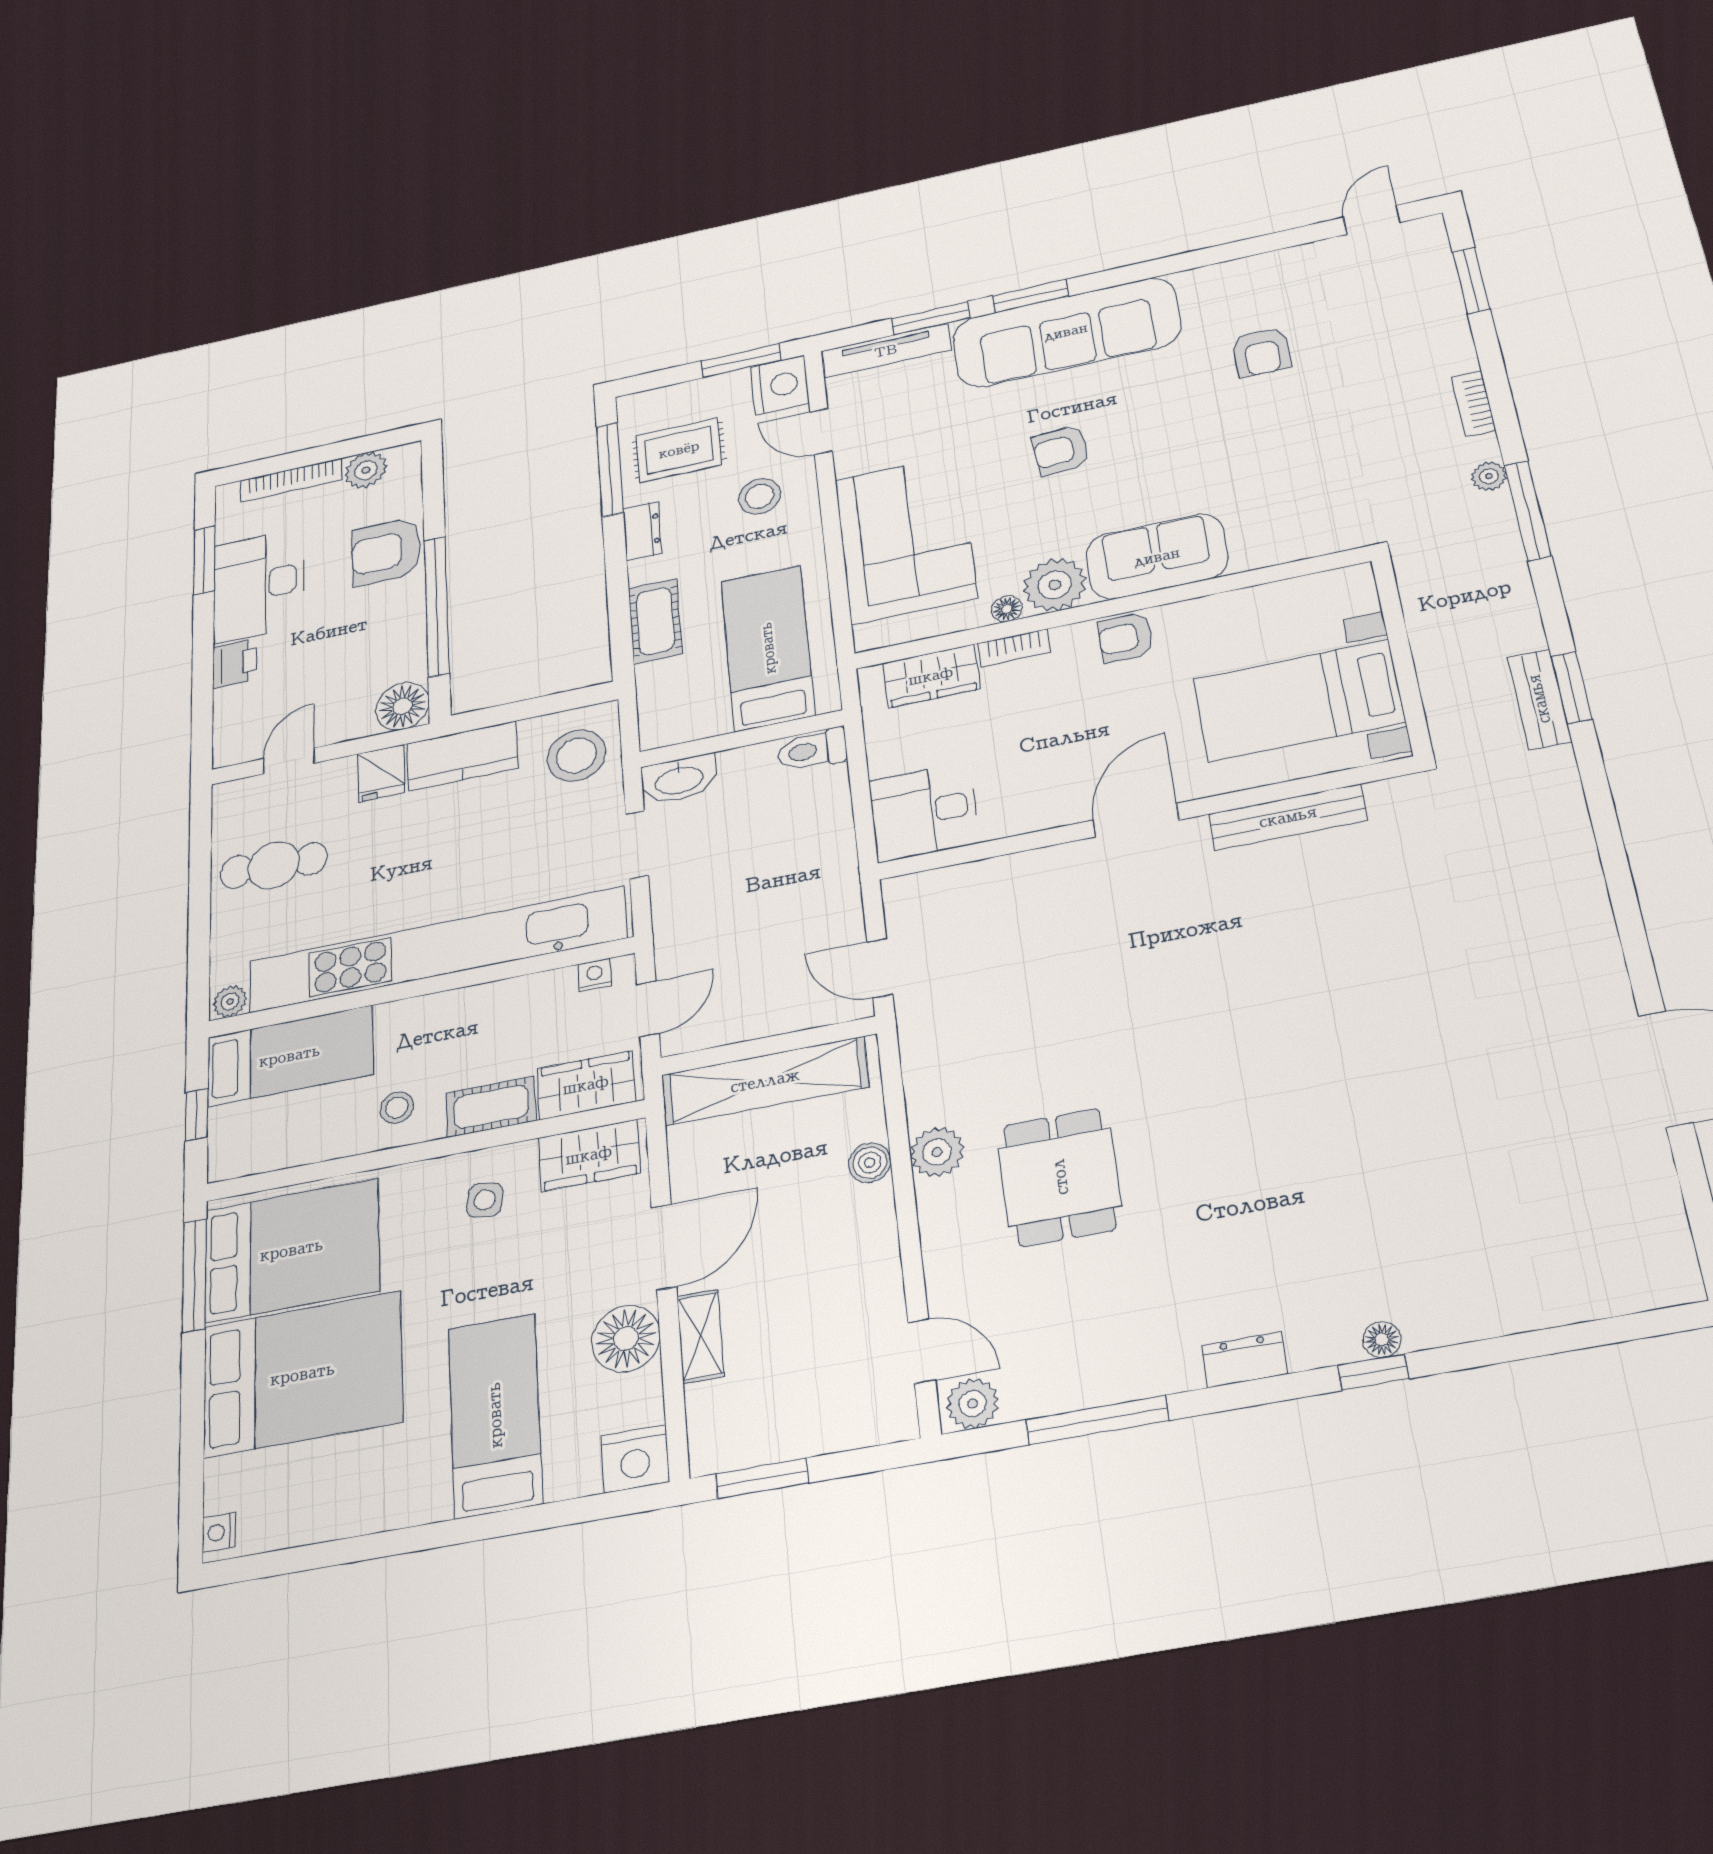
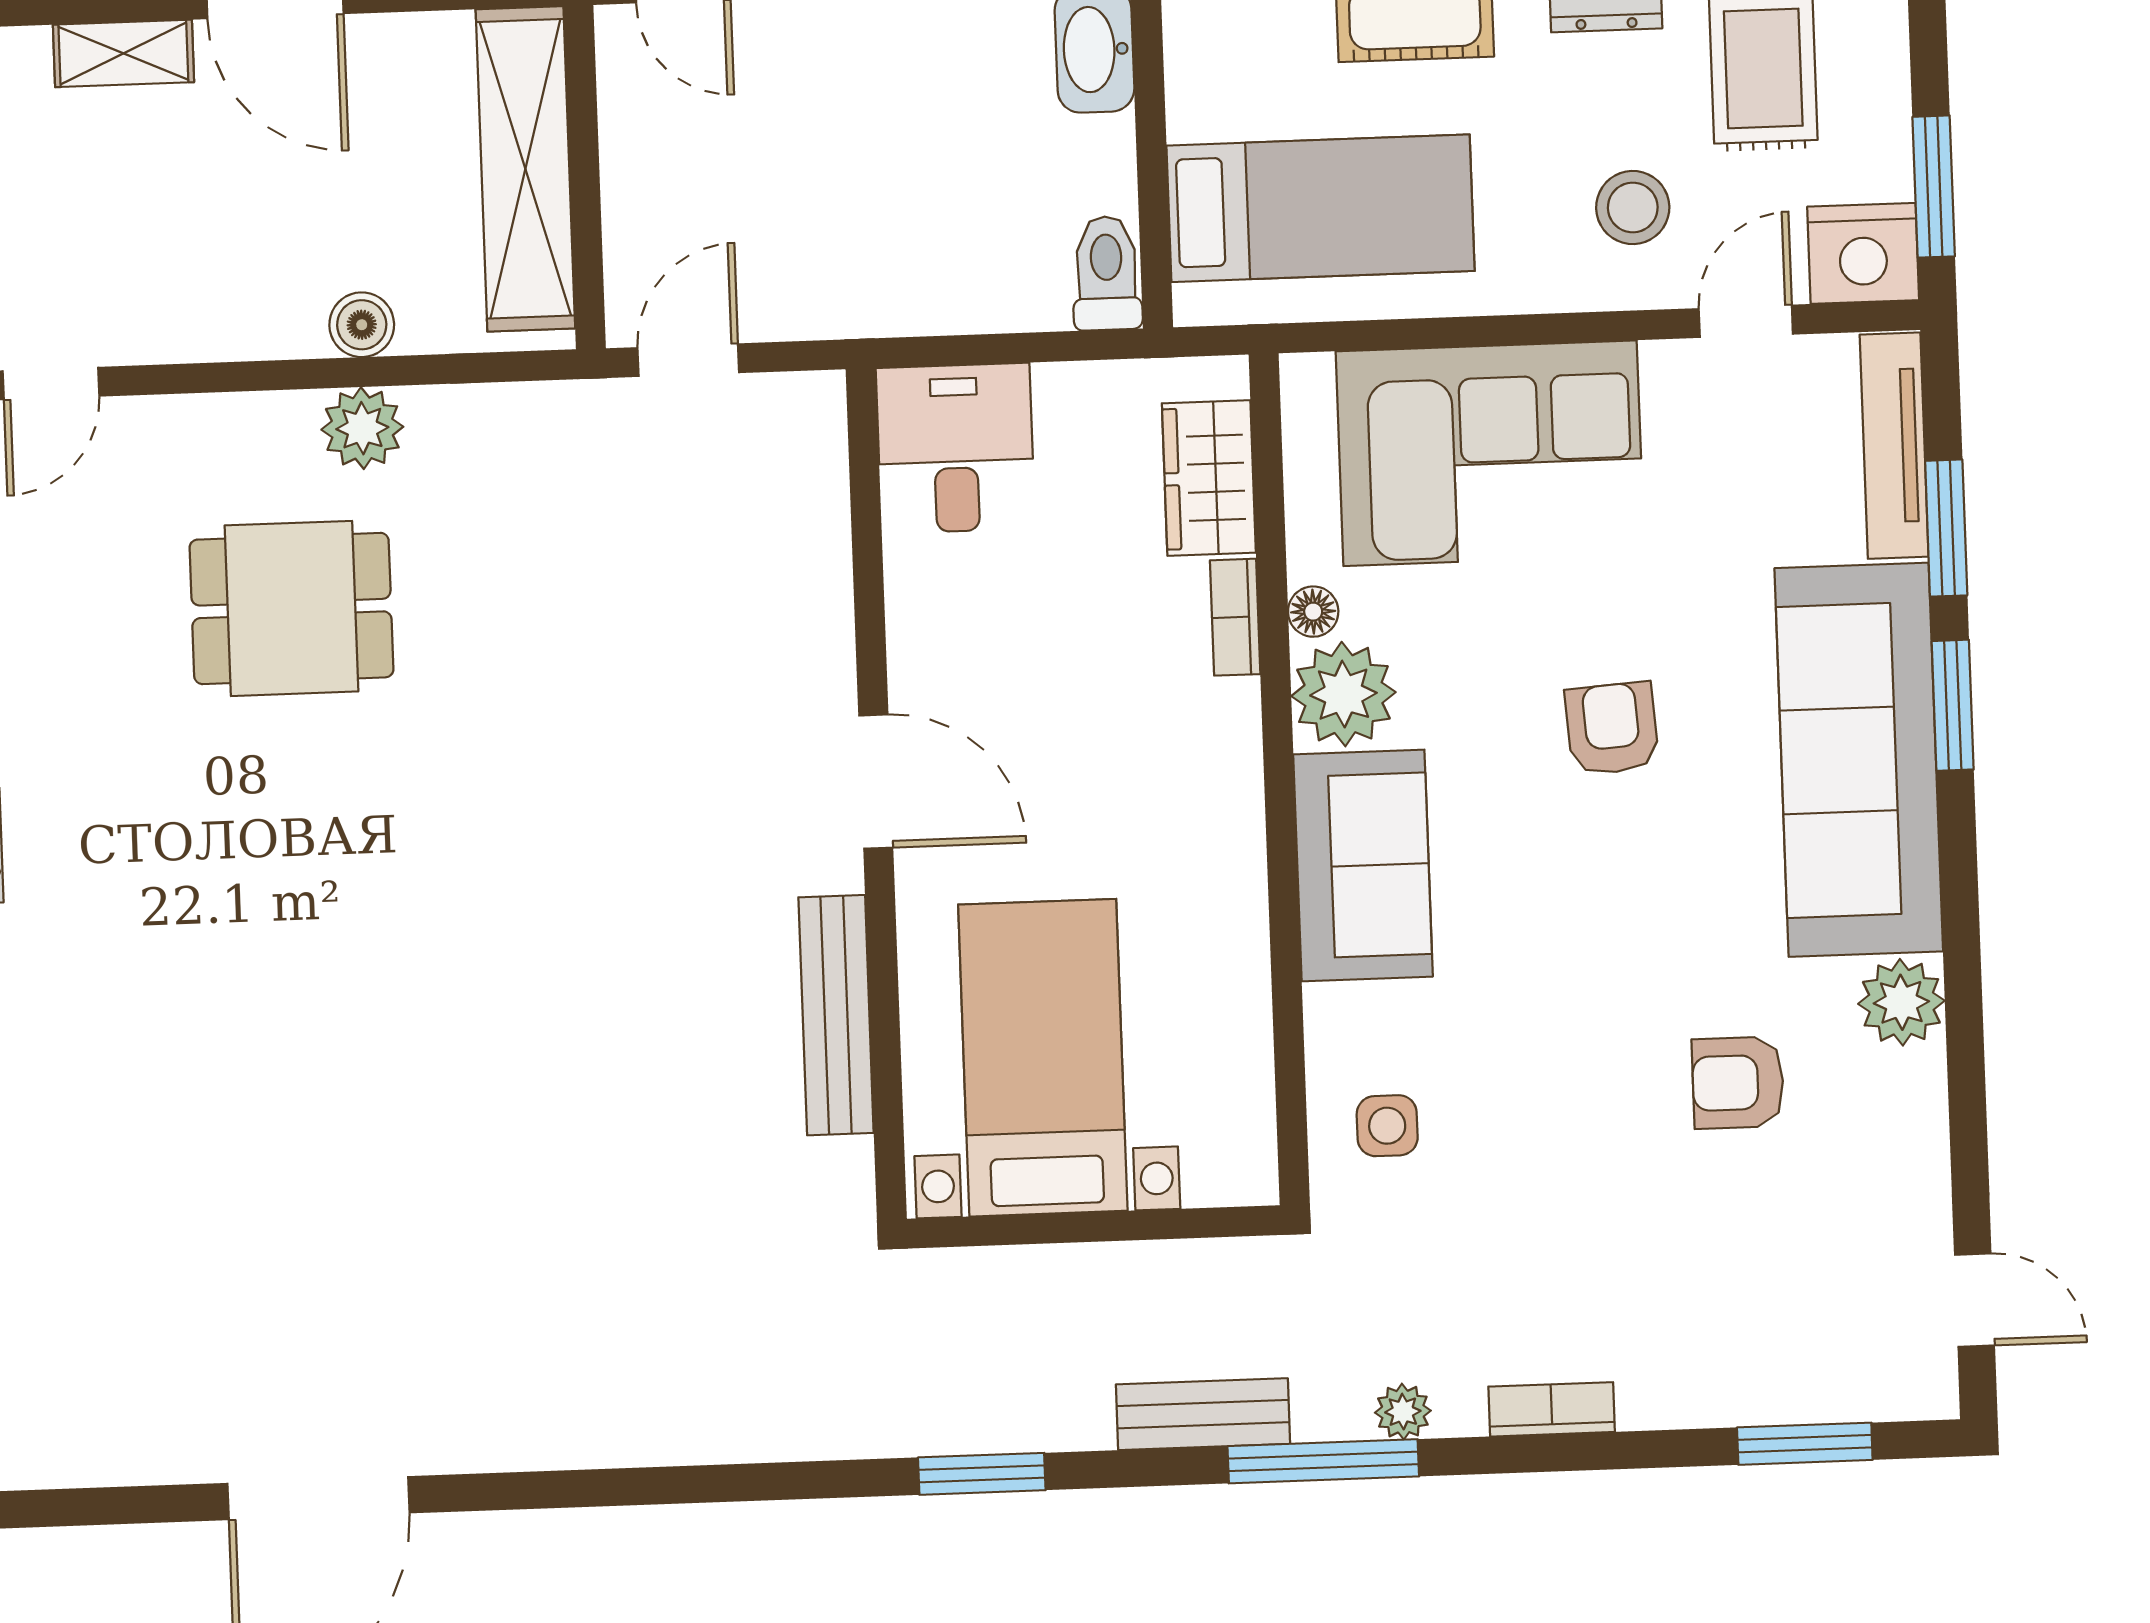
plant: (1204, 286) -> (1901, 1002), added
side table: (1314, 516) -> (1387, 1126), added
armchair: (1126, 638) -> (1217, 800), removed
bench: (1539, 699) -> (1203, 1414), moved

